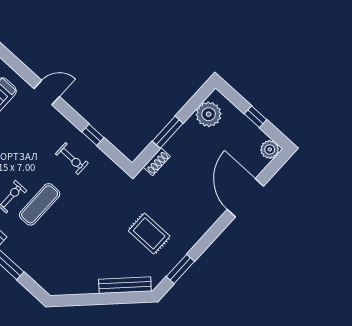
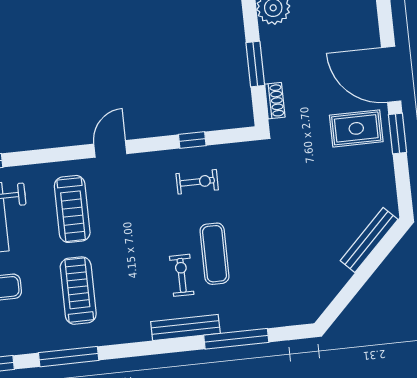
door: (245, 198) -> (391, 74), moved
rug: (149, 233) -> (356, 128), moved
window: (180, 269) -> (397, 133), moved

